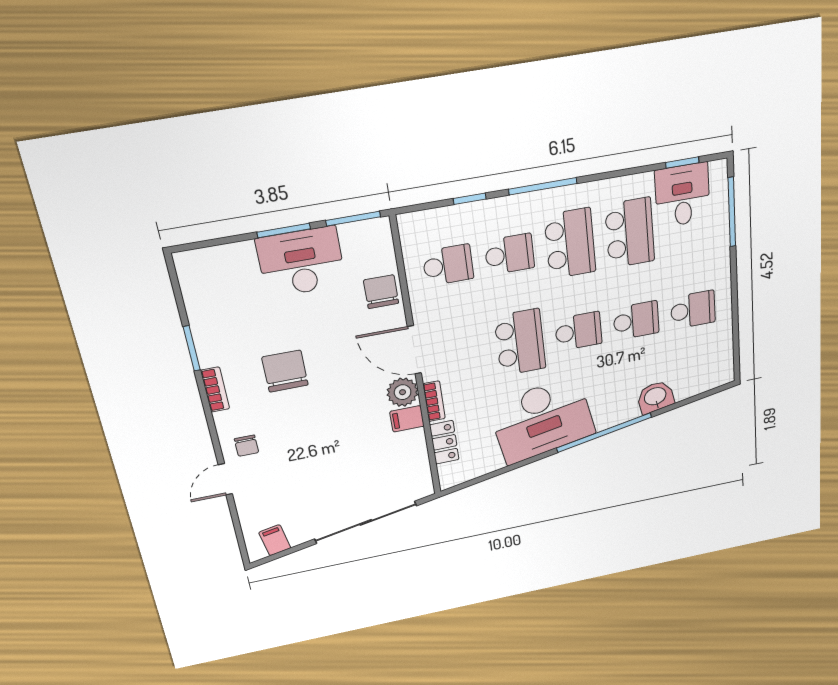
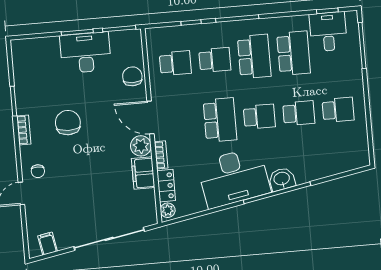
washbasin: (655, 397) -> (282, 179), moved
filing cabinet: (407, 419) -> (143, 173), width x2.00
plant: (448, 474) -> (168, 210), added

